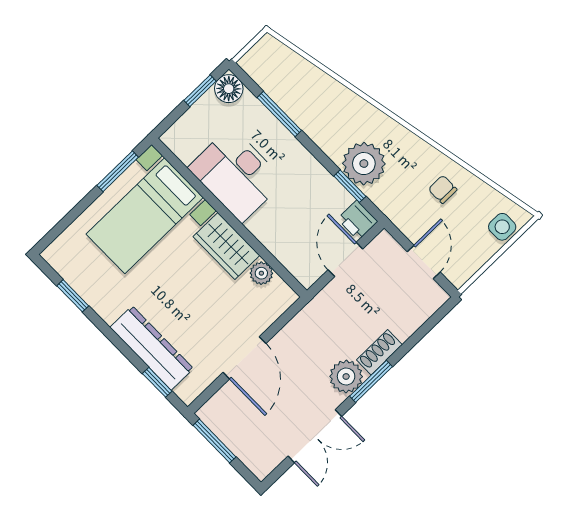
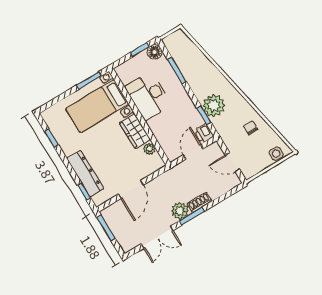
door: (424, 262) -> (232, 162), swing flipped

